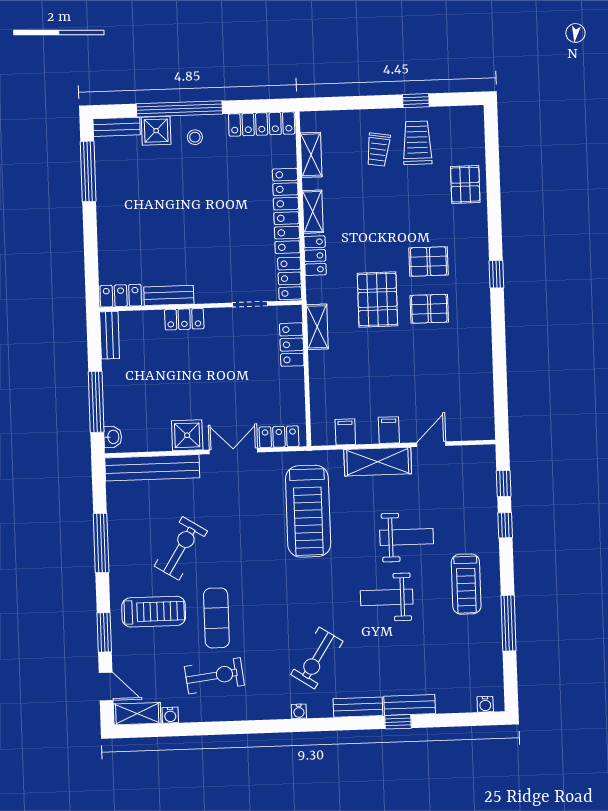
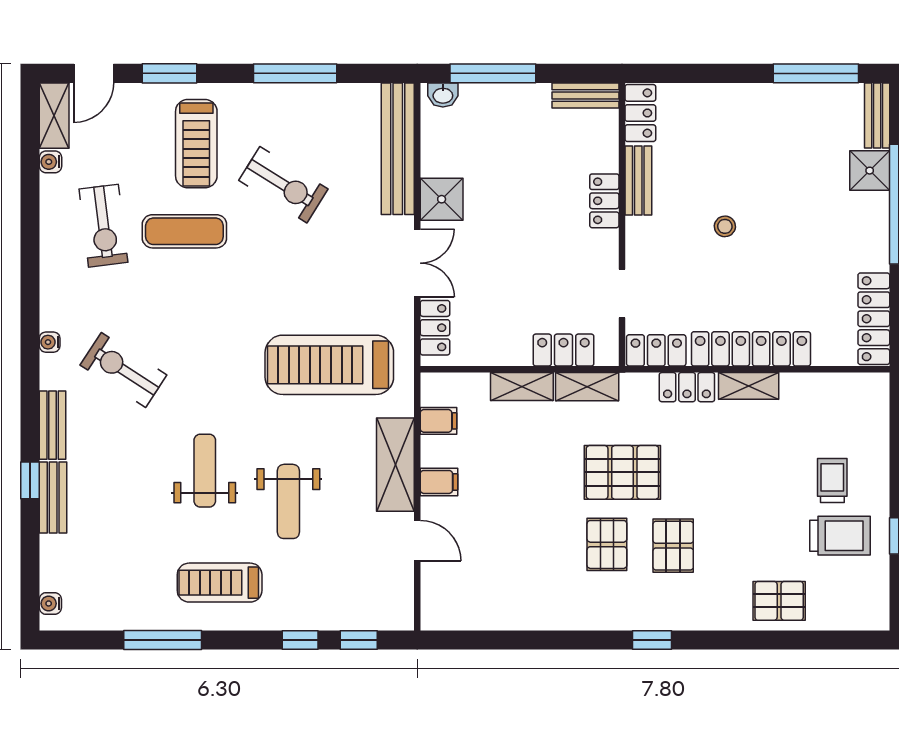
stool: (195, 137) -> (725, 226), moved
trolley: (378, 150) -> (832, 481), turned 81
shelving: (311, 155) -> (522, 387), moved

